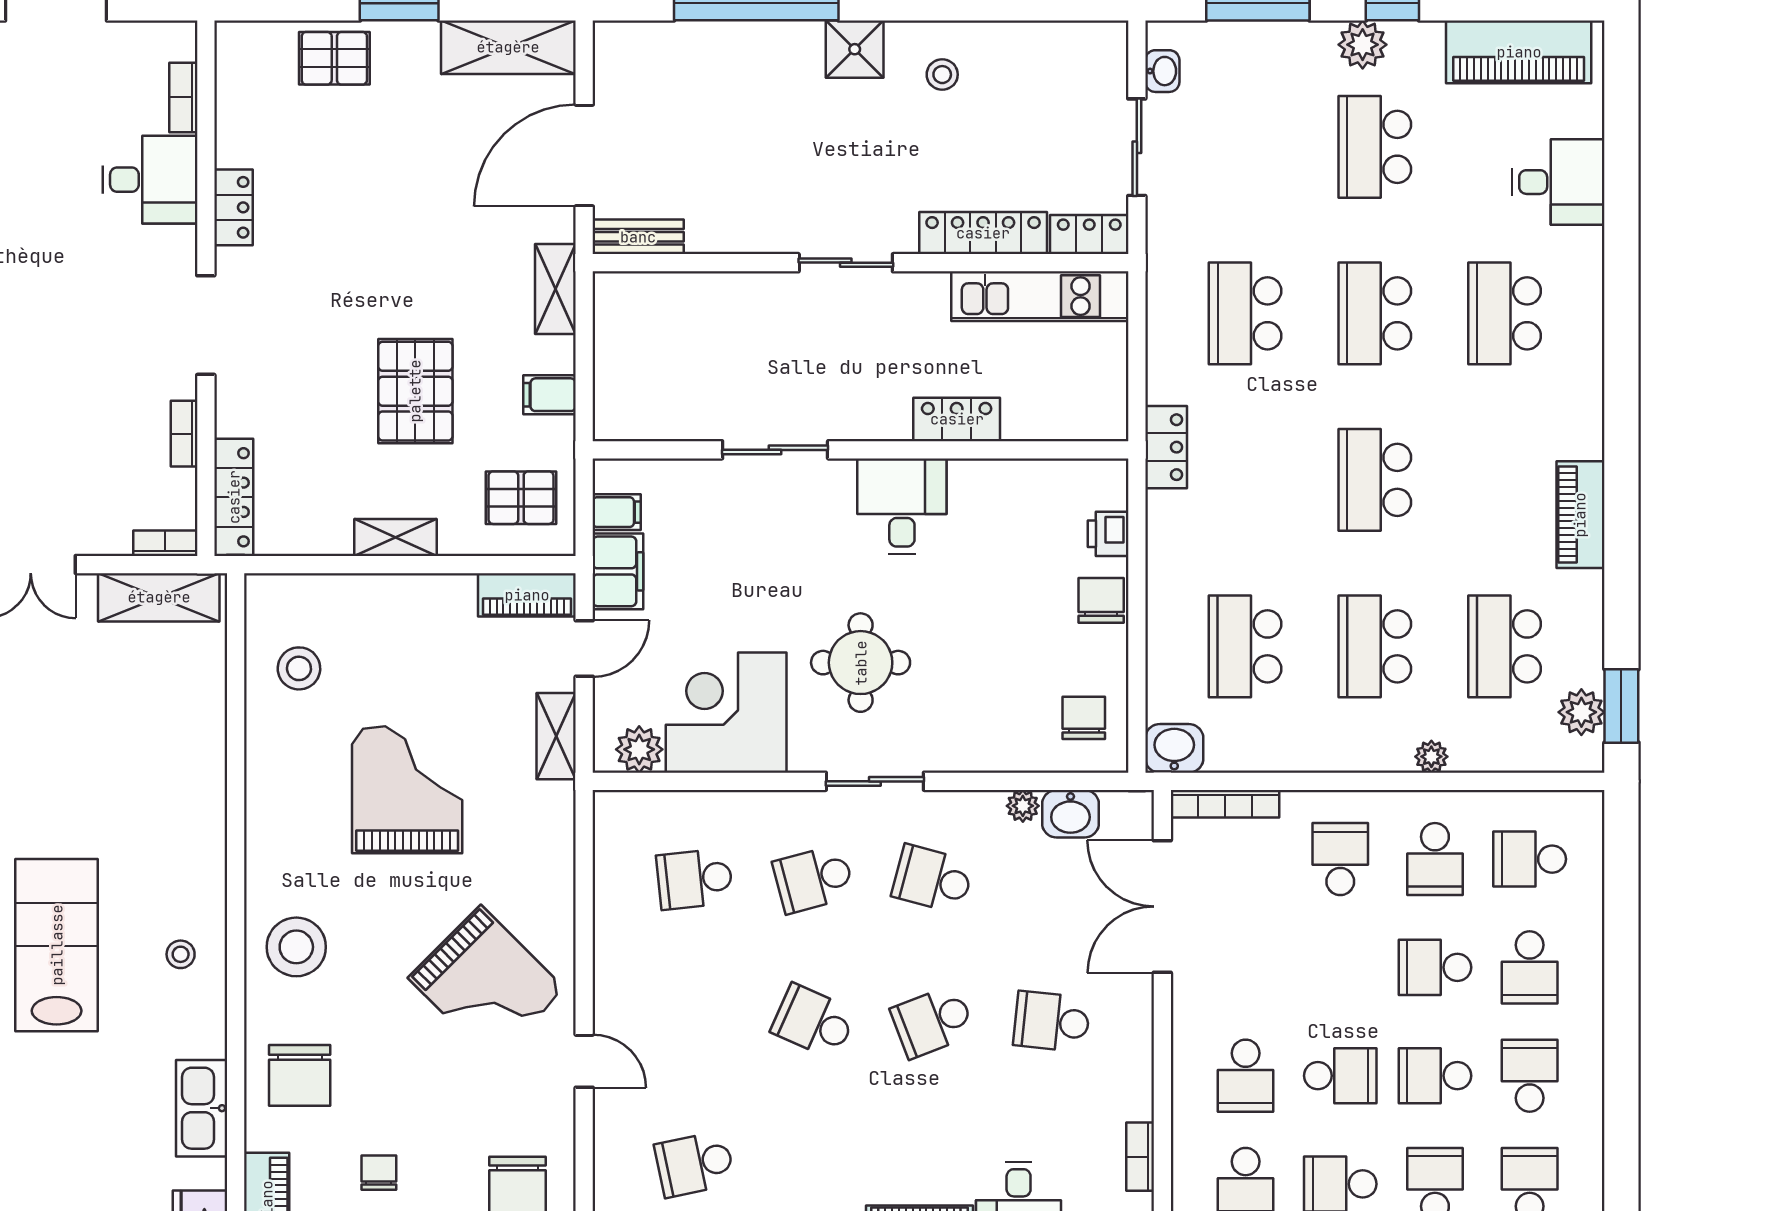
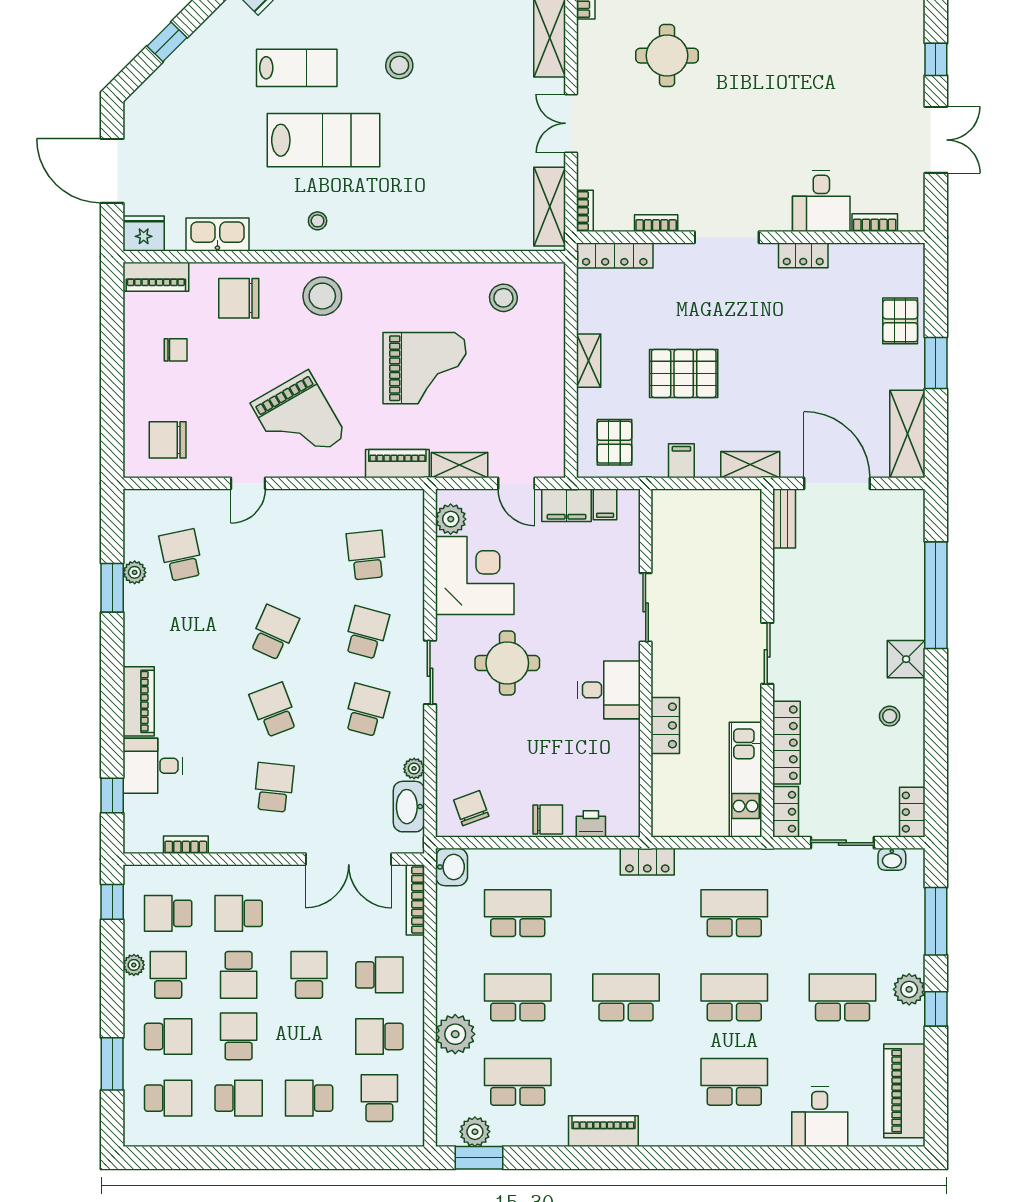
locker: (1090, 40) -> (912, 812), added
piano: (527, 595) -> (397, 464), moved, turned 90
chair: (1084, 718) -> (471, 808), turned -110
plant: (1431, 757) -> (455, 1034), width x1.88, depth x1.88
washbasin: (1070, 814) -> (409, 807), width x1.38
school desk: (814, 879) -> (366, 633), turned 30
double door: (1162, 907) -> (349, 859), swing flipped
school desk: (1435, 967) -> (309, 975), moved
grand piano: (487, 984) -> (299, 420), turned -75

